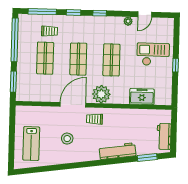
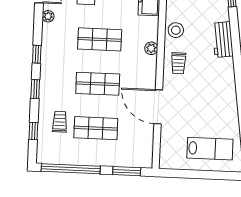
window: (42, 12) -> (33, 131), width x0.46
plant: (101, 94) -> (151, 48), width x0.53, depth x0.53
door: (73, 105) -> (158, 107), moved
stool: (67, 139) -> (176, 30), moved
workbench: (118, 151) -> (223, 40), width x0.73

